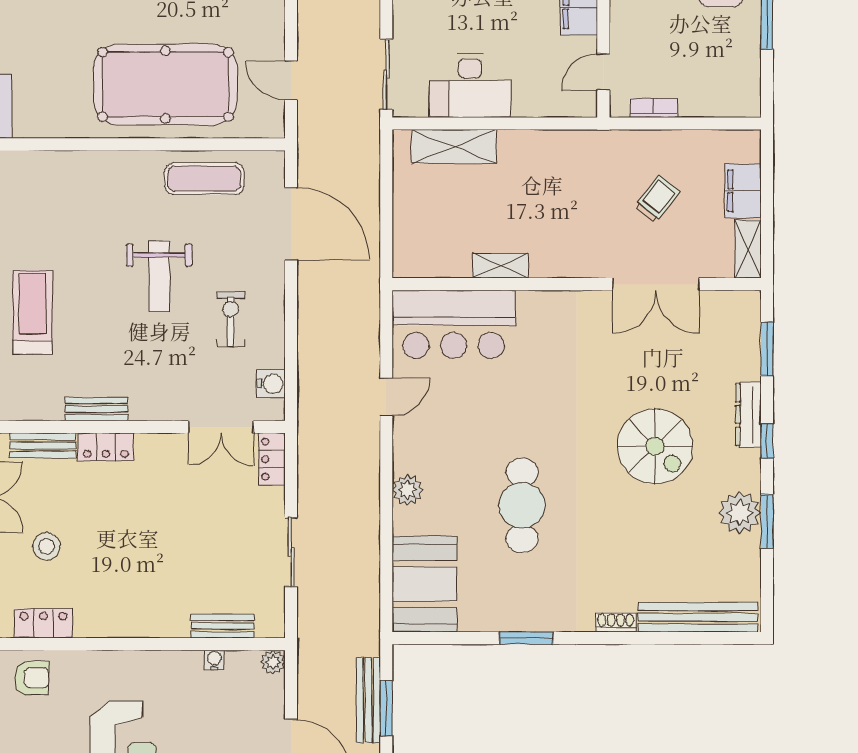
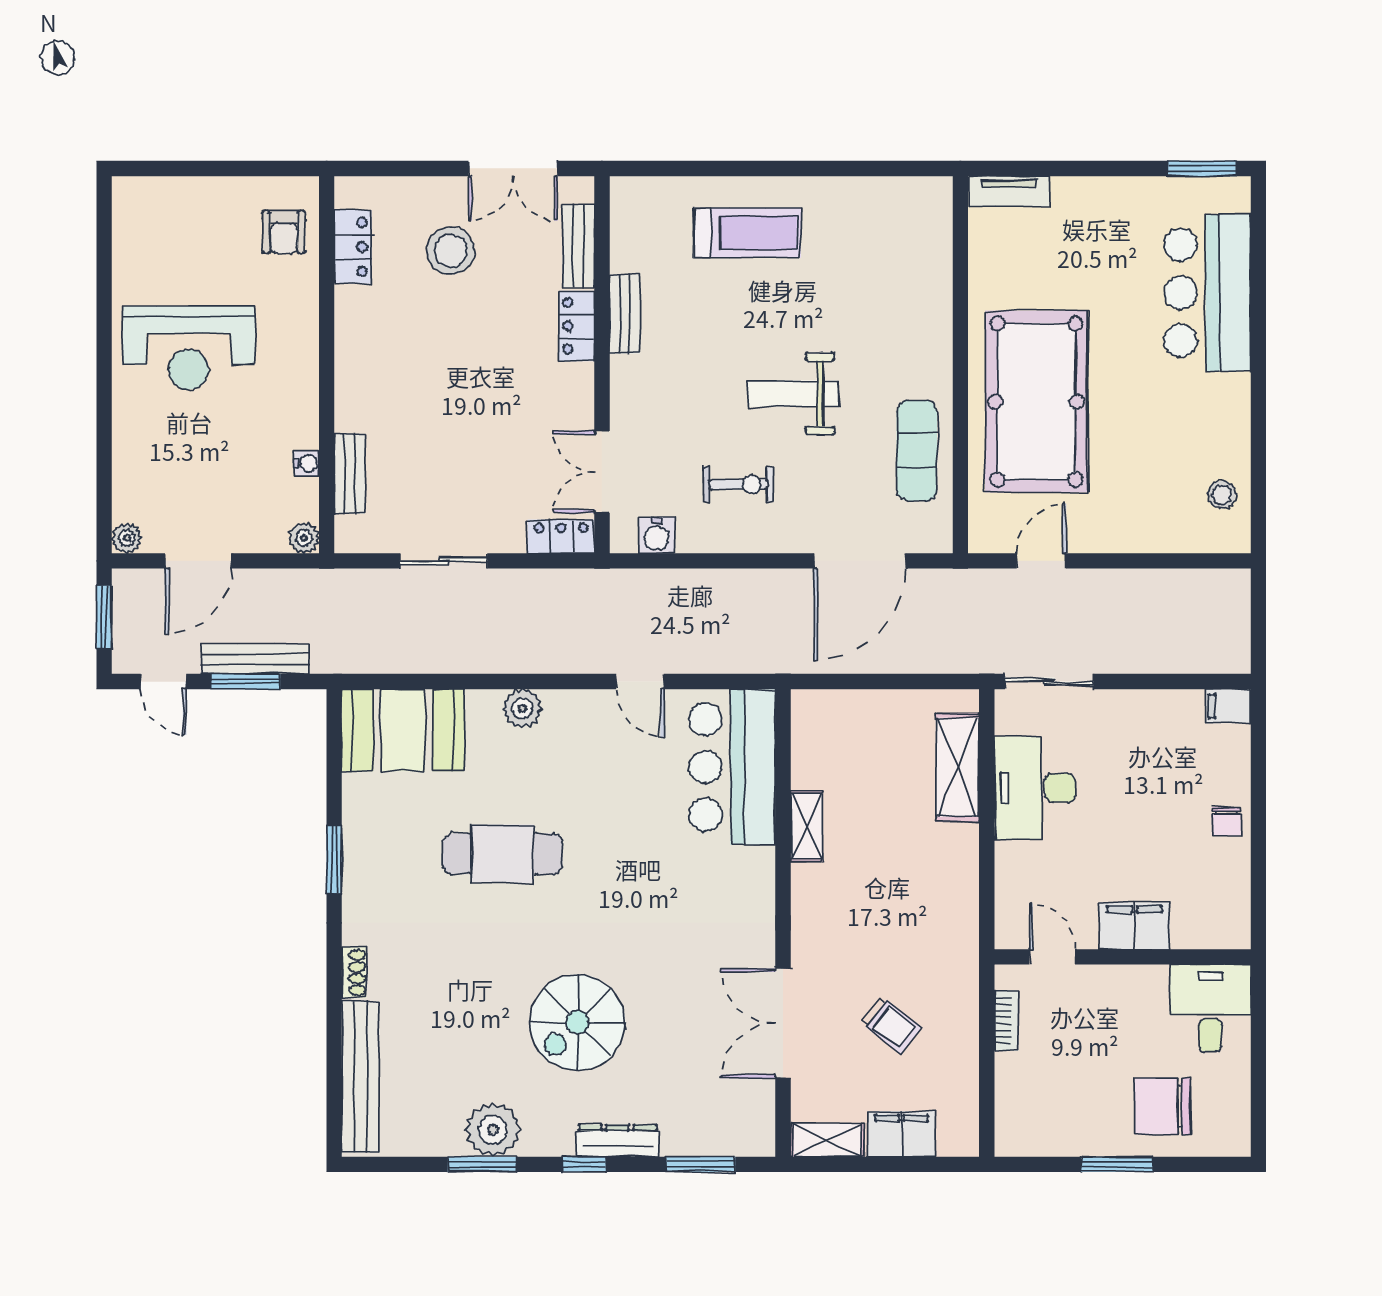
stool: (47, 546) -> (451, 251), width x1.38, depth x1.38

